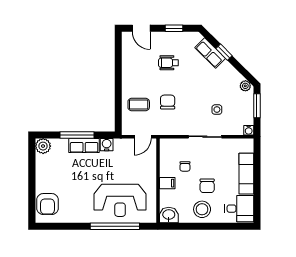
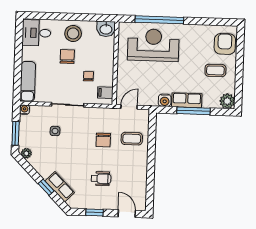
exam couch: (246, 174) -> (28, 82), moved
coffee table: (56, 177) -> (215, 70), added
filing cabinet: (167, 183) -> (105, 93), moved

